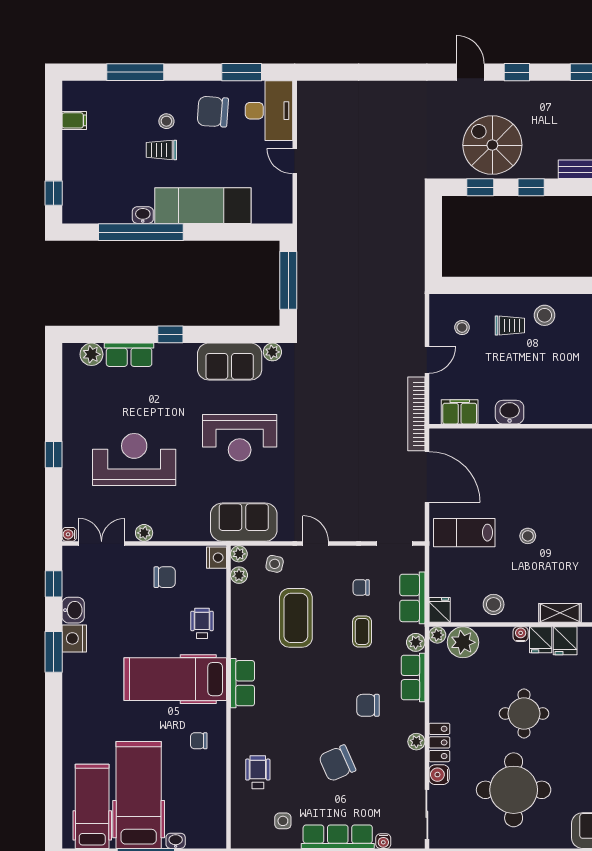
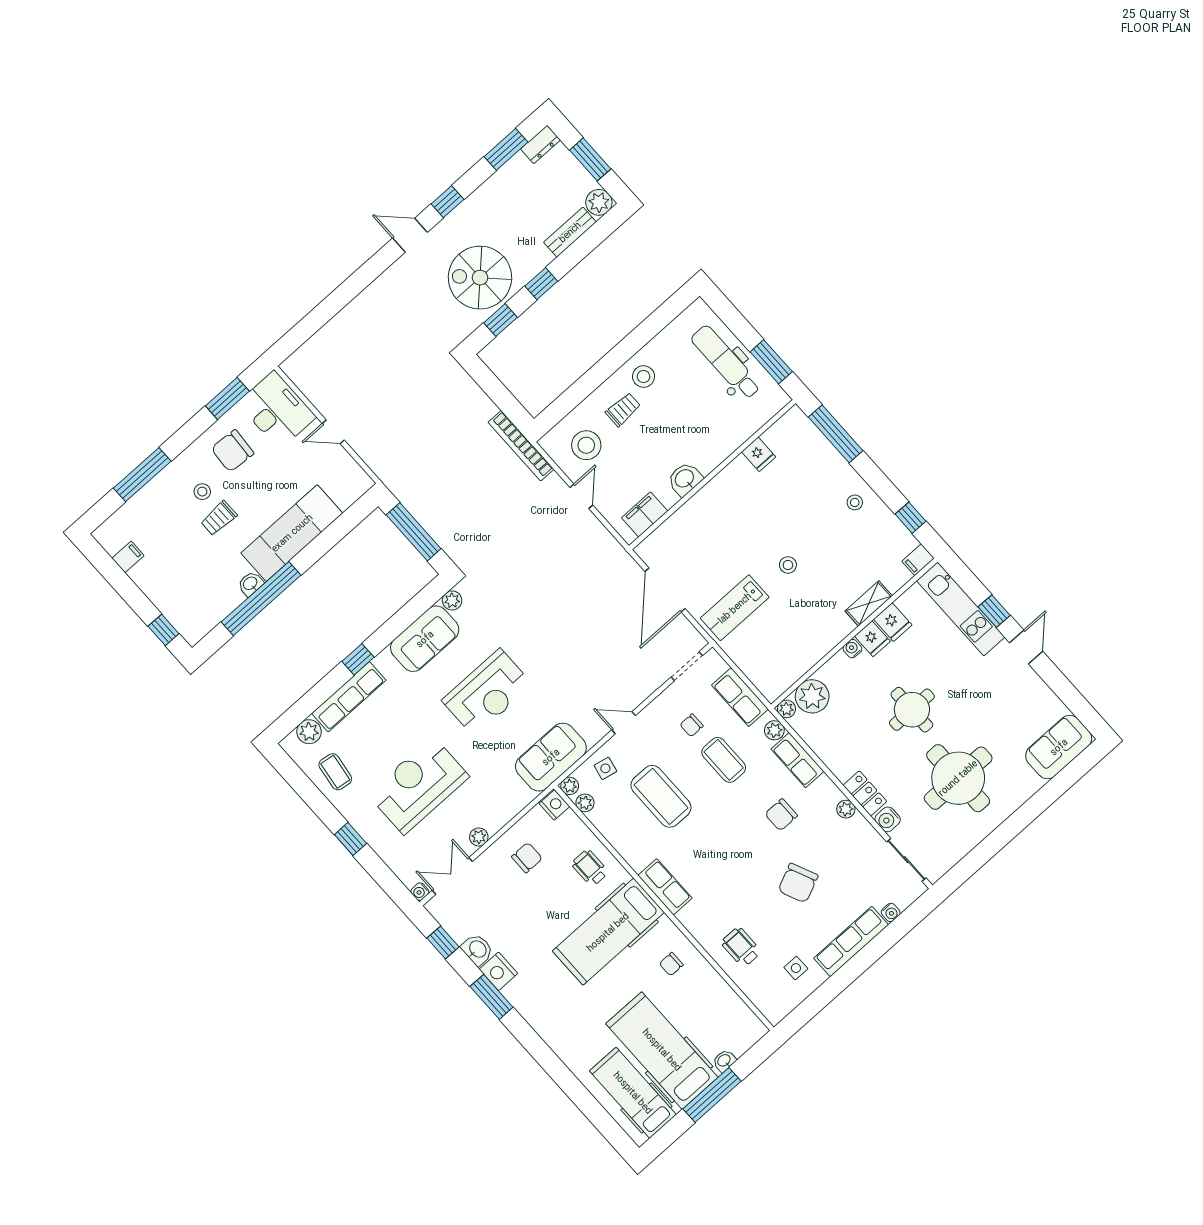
stool: (462, 327) -> (586, 445), width x1.89, depth x1.89
row of seats: (129, 355) -> (349, 697), width x1.48
coffee table: (85, 398) -> (335, 772), added
bookcase: (416, 414) -> (521, 446), moved
door: (427, 477) -> (665, 590), swing flipped
stool: (494, 604) -> (810, 644), removed
fridge: (440, 610) -> (759, 454), moved, turned 180
coffee table: (362, 632) -> (724, 760), width x1.36, depth x1.30

